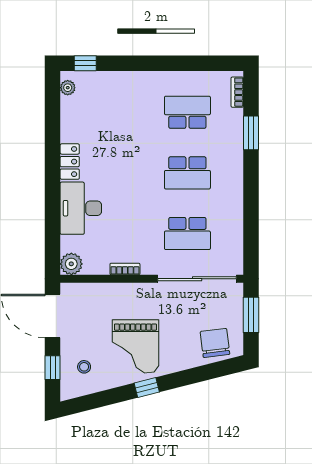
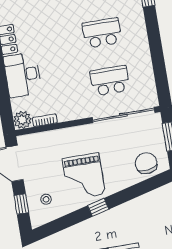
school desk: (187, 173) -> (102, 33), turned 180
school desk: (187, 233) -> (110, 81), turned 180
bookcase: (125, 269) -> (45, 120), moved

